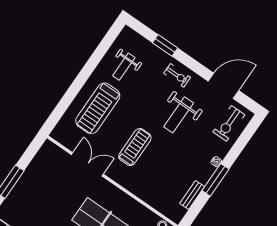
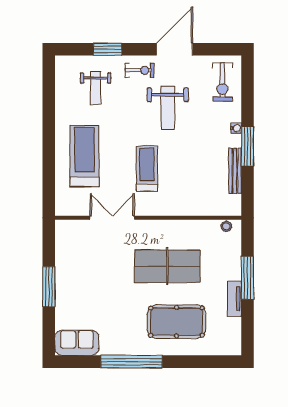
weight bench: (124, 67) -> (96, 88), moved
door: (223, 86) -> (175, 49), moved
treadmill: (98, 108) -> (85, 156), turned 180
bench: (192, 195) -> (235, 171), width x1.36

